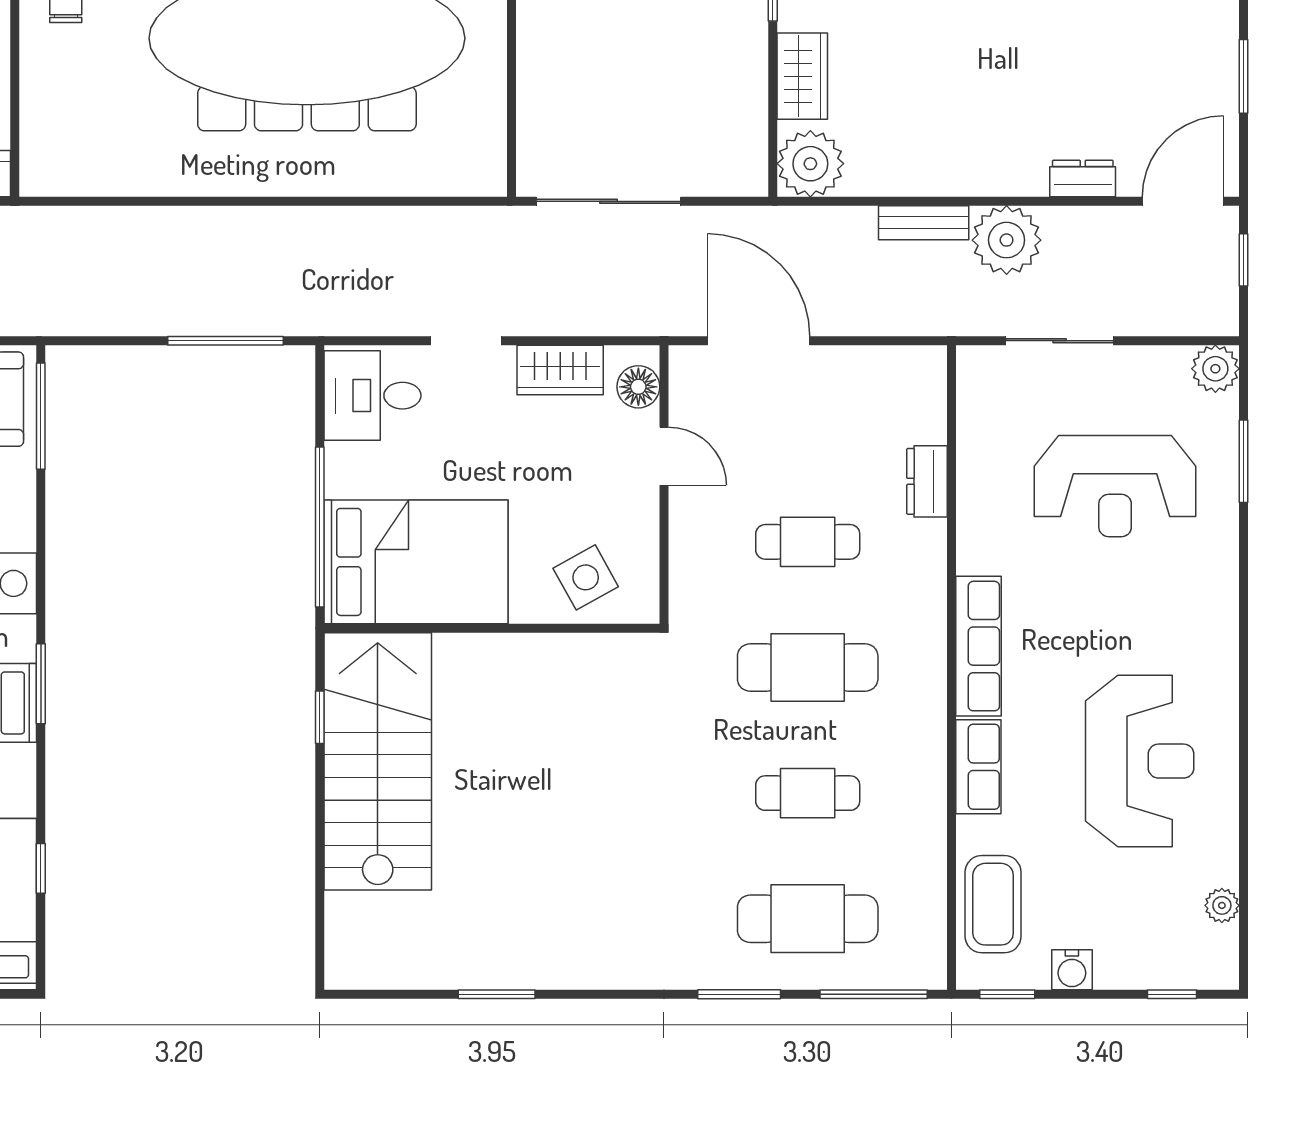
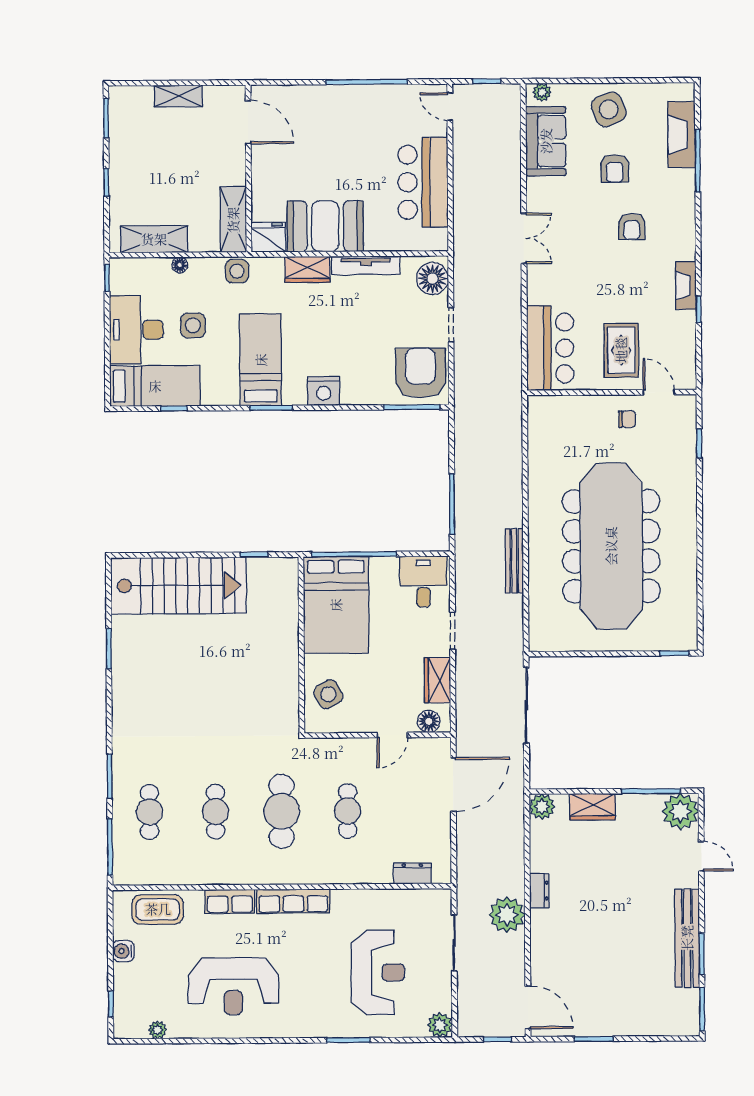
plant: (810, 164) -> (542, 807), width x0.73, depth x0.73
dresser: (1083, 179) -> (539, 891), moved
bench: (924, 223) -> (514, 561), moved, width x1.36
window: (1243, 461) -> (348, 1040), moved
dresser: (927, 481) -> (412, 873), moved
reception desk: (1115, 486) -> (378, 972), turned 180
stairs: (378, 761) -> (179, 586), moved
cafe table: (808, 919) -> (149, 812), width x0.73, depth x0.74
window: (1007, 994) -> (110, 917), removed

